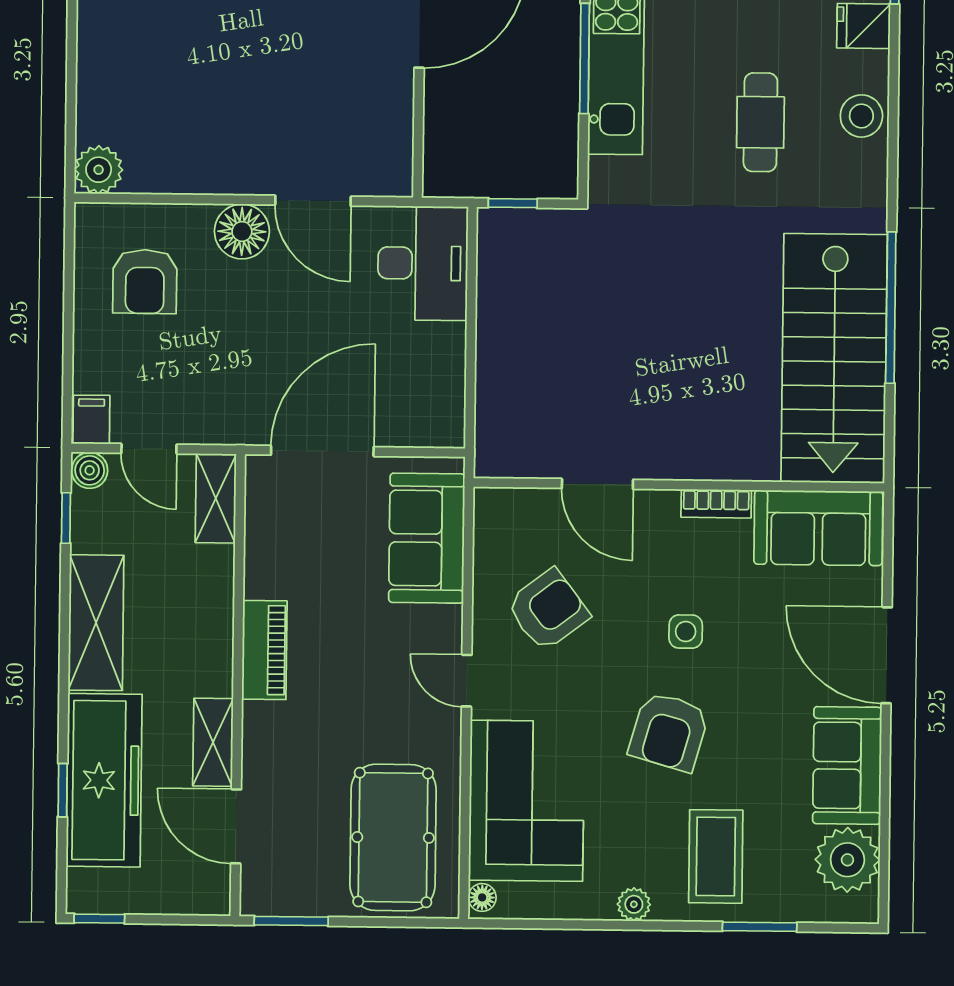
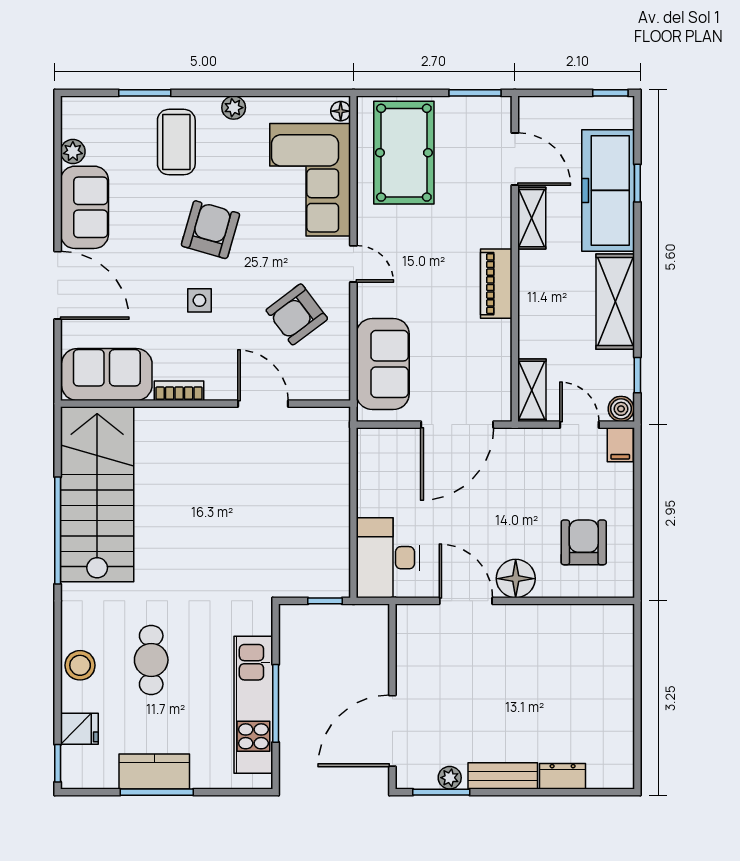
plant: (99, 170) -> (617, 621), removed
plant: (847, 860) -> (73, 151), width x0.53, depth x0.53

